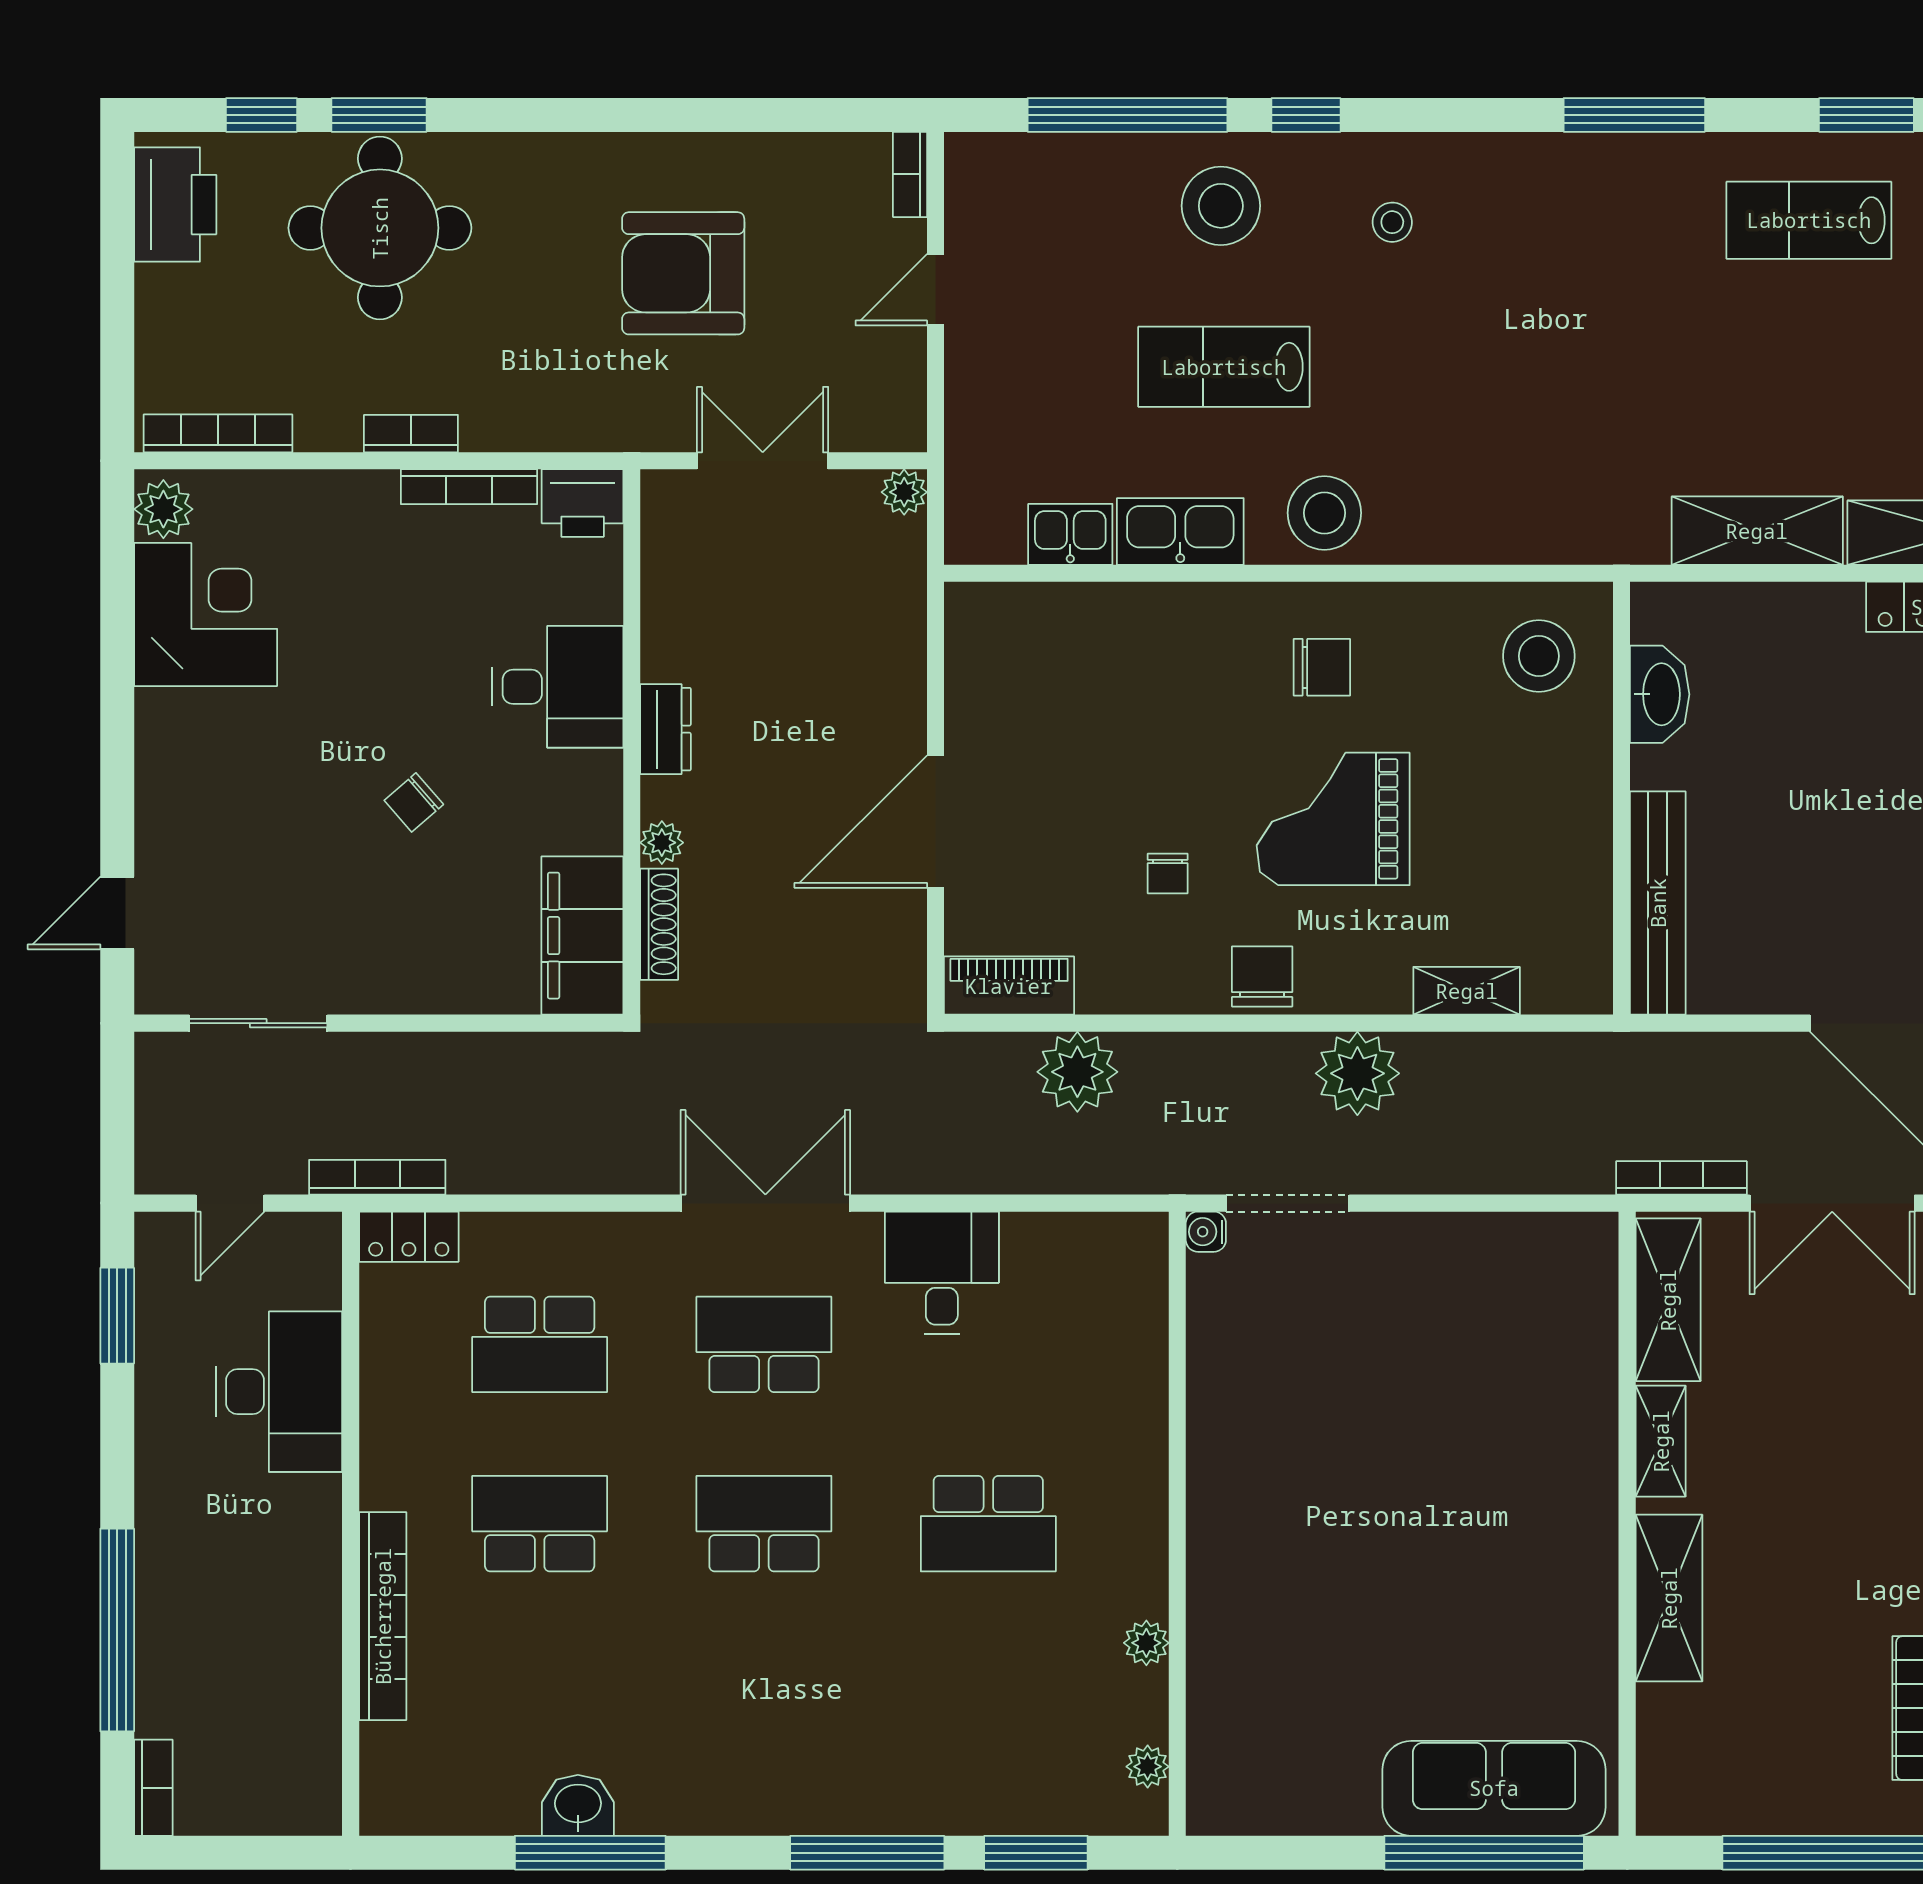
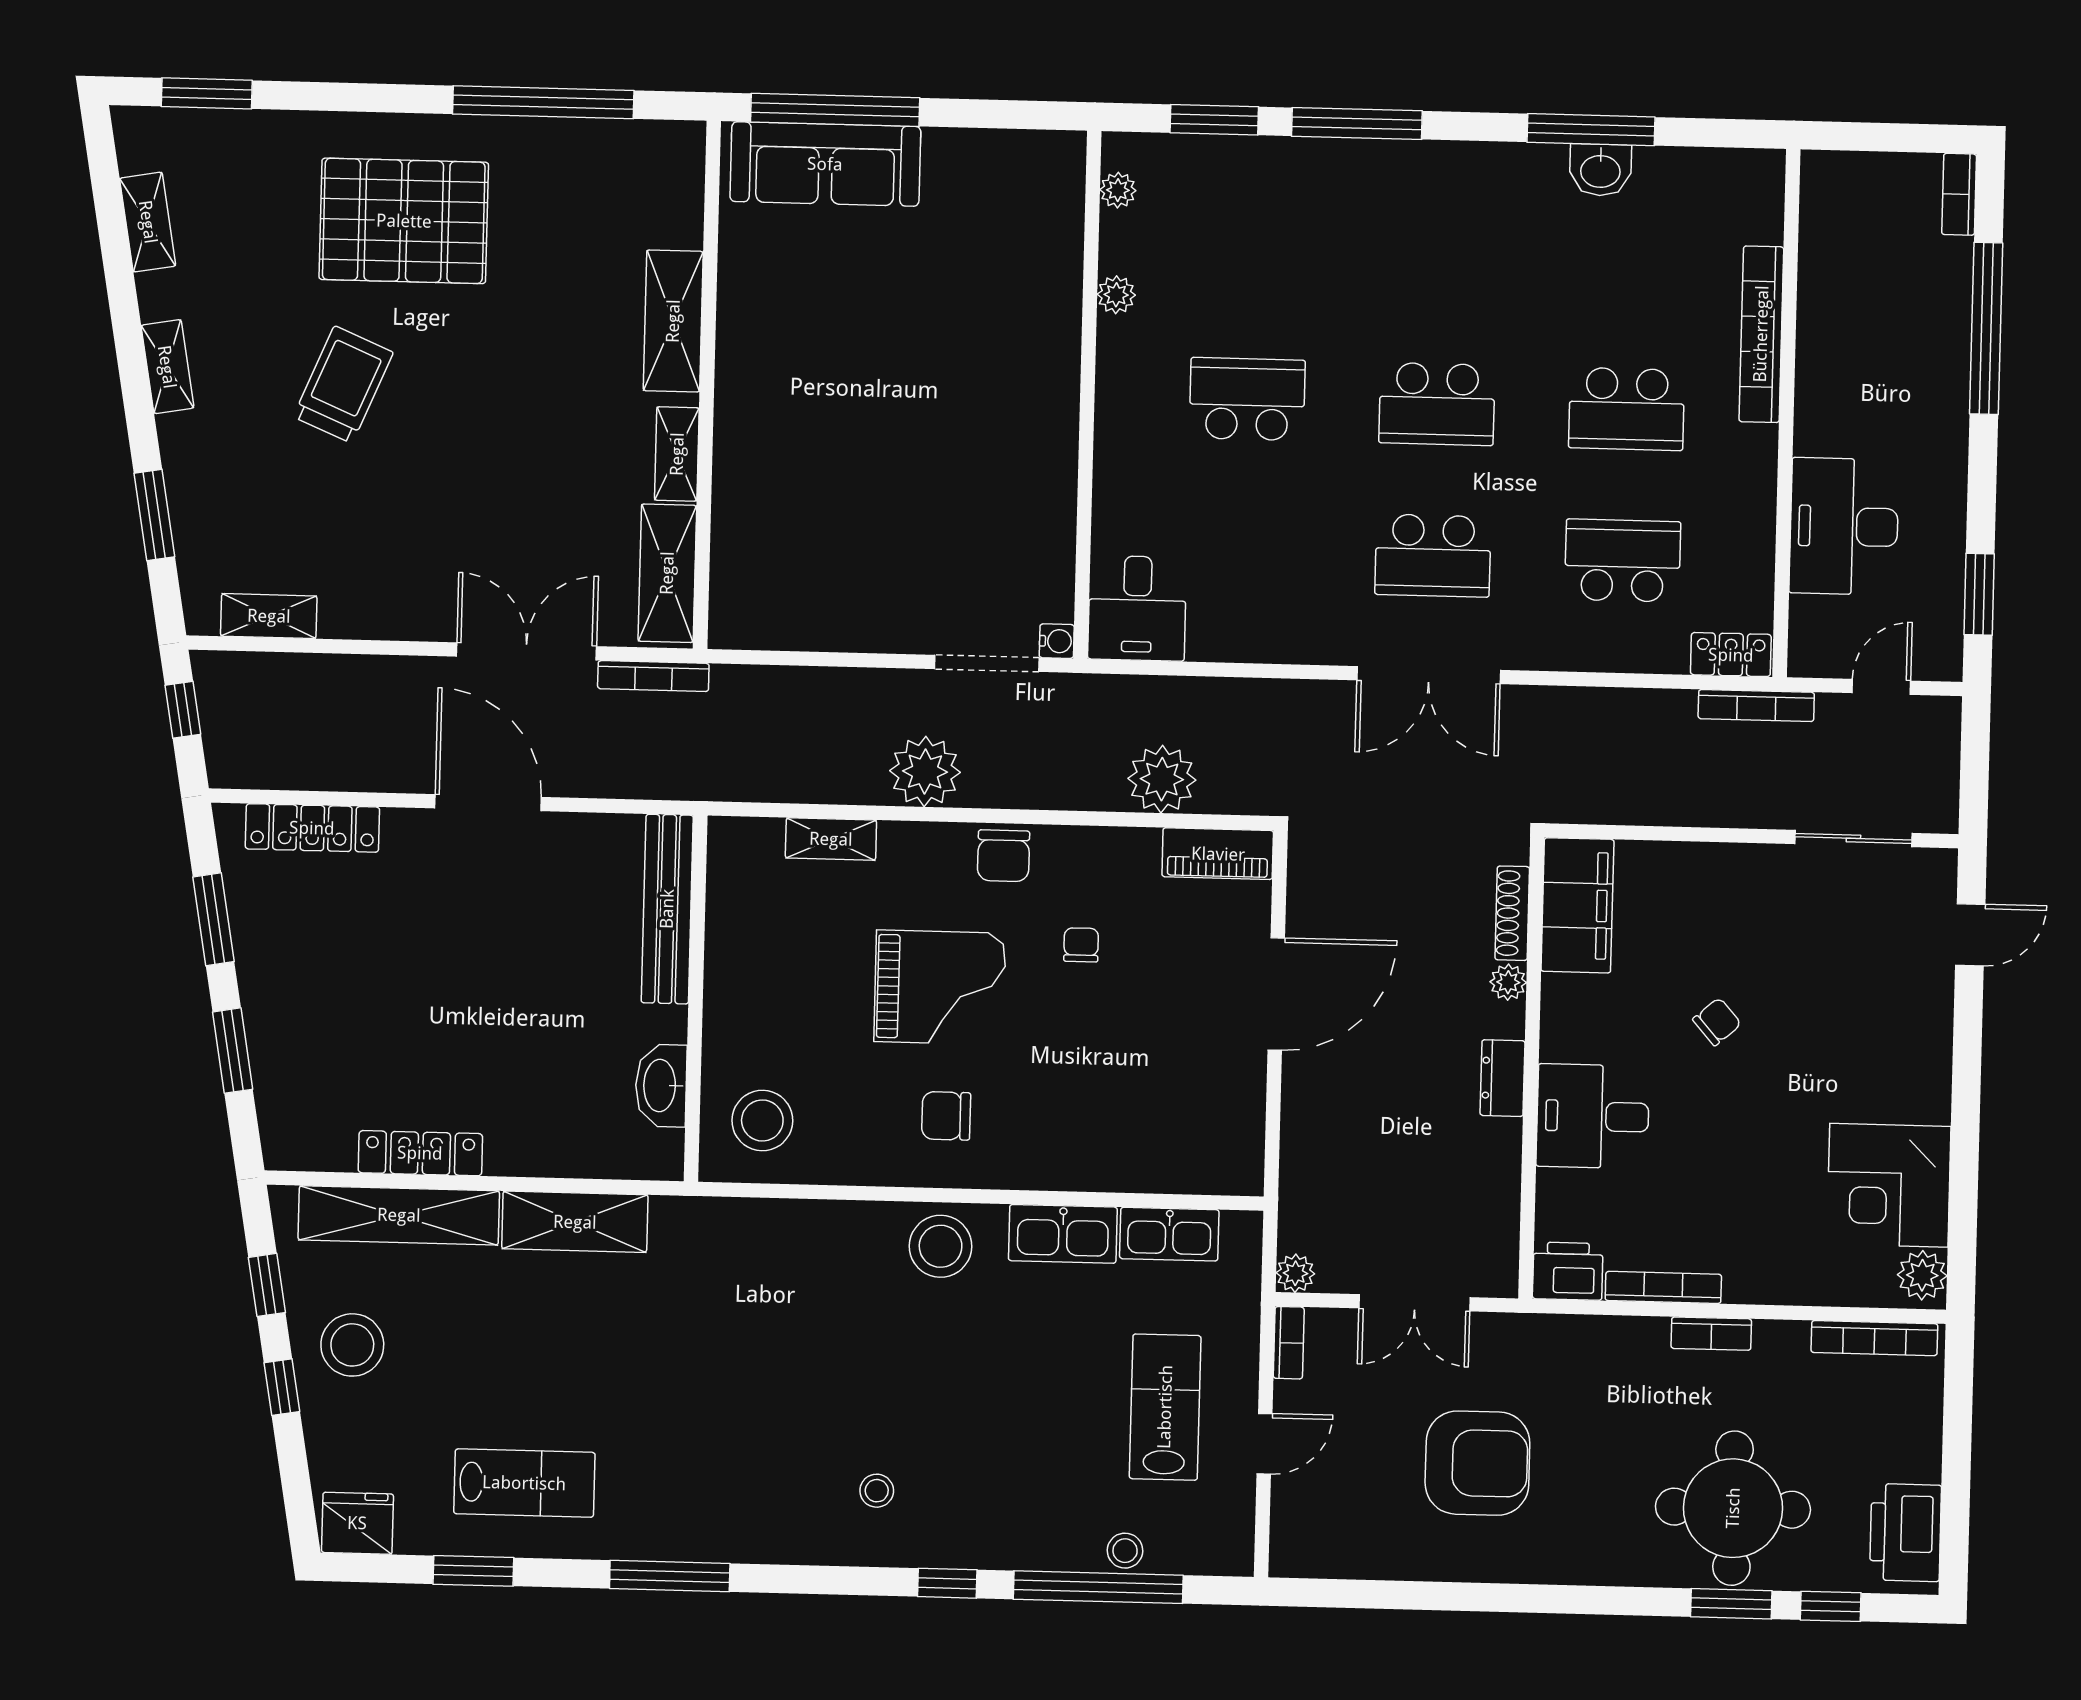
bookcase: (910, 174) -> (1289, 1343), moved
stool: (1221, 206) -> (1125, 1551), moved, width x0.53, depth x0.53
lab bench: (1224, 367) -> (1165, 1407), moved, turned -90
kitchen sink: (1070, 534) -> (1169, 1234), width x1.38
desk: (942, 1273) -> (1137, 608), moved

